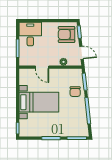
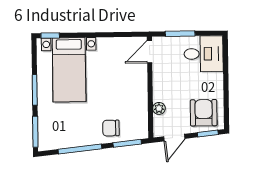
door: (42, 67) -> (150, 52), moved
bed with nightstands: (39, 102) -> (69, 70), moved

